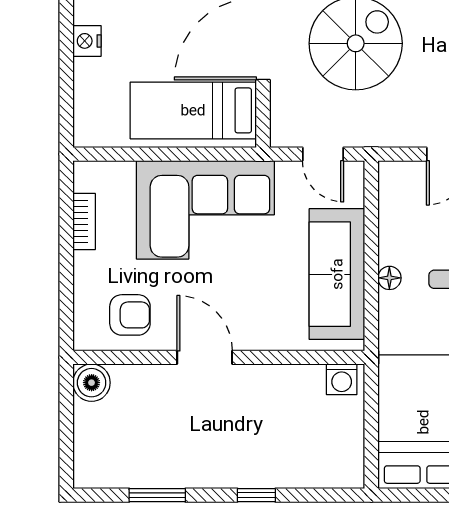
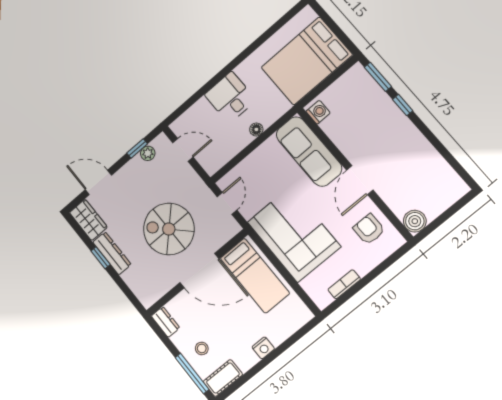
sofa: (337, 274) -> (309, 151), moved, turned 90
window: (157, 495) -> (378, 77), moved

